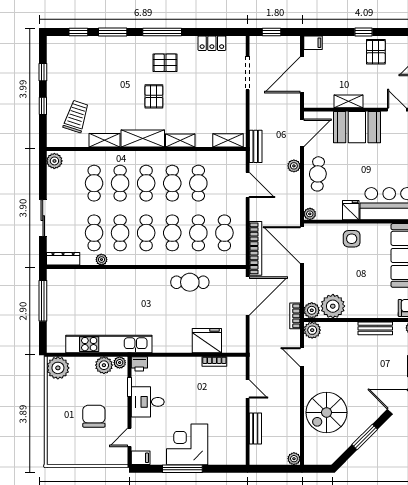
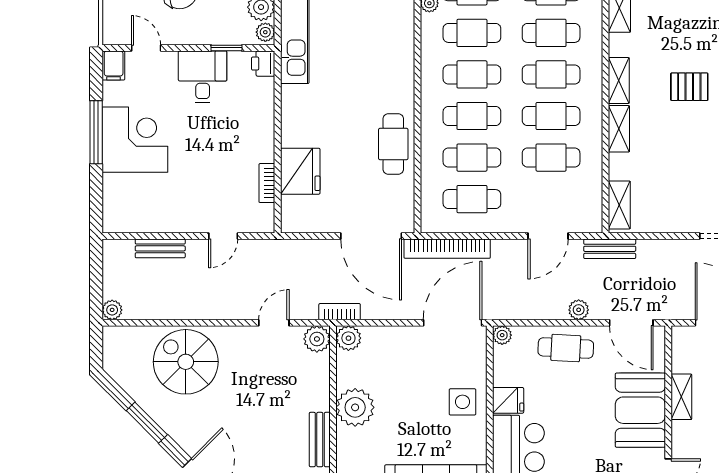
shelving: (143, 138) -> (619, 81), width x0.67, depth x0.75
plant: (333, 306) -> (355, 407), moved

